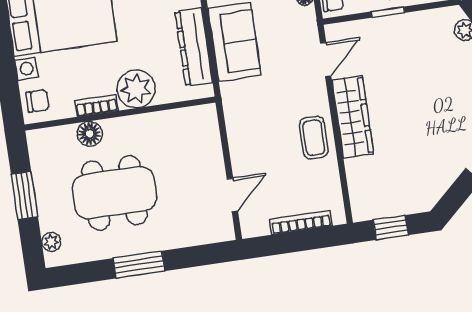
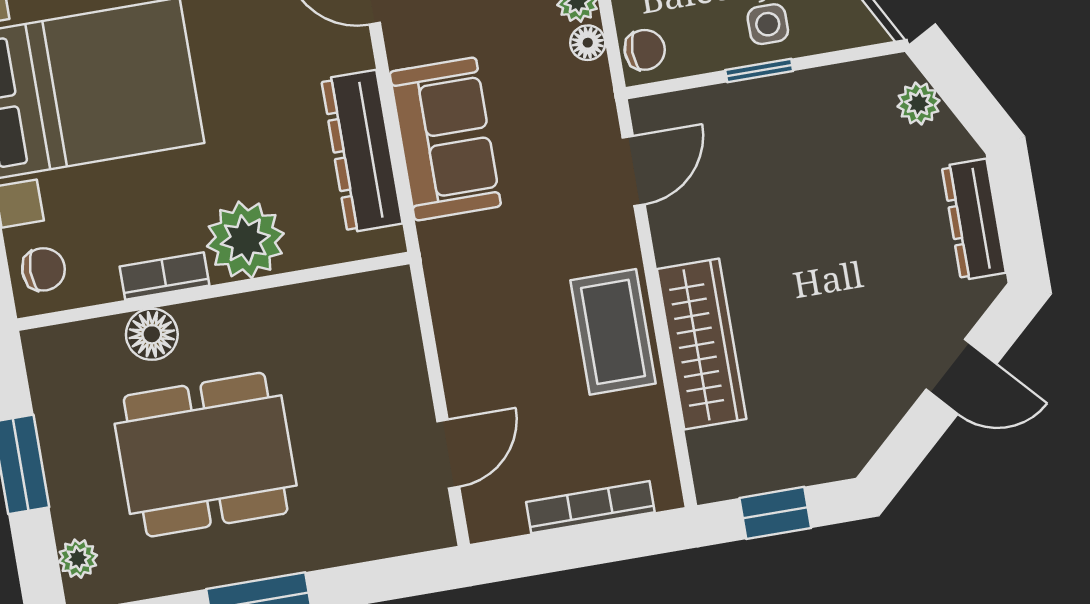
wardrobe: (353, 117) -> (702, 344), moved
coffee table: (314, 138) -> (613, 332), width x1.36, depth x1.30

